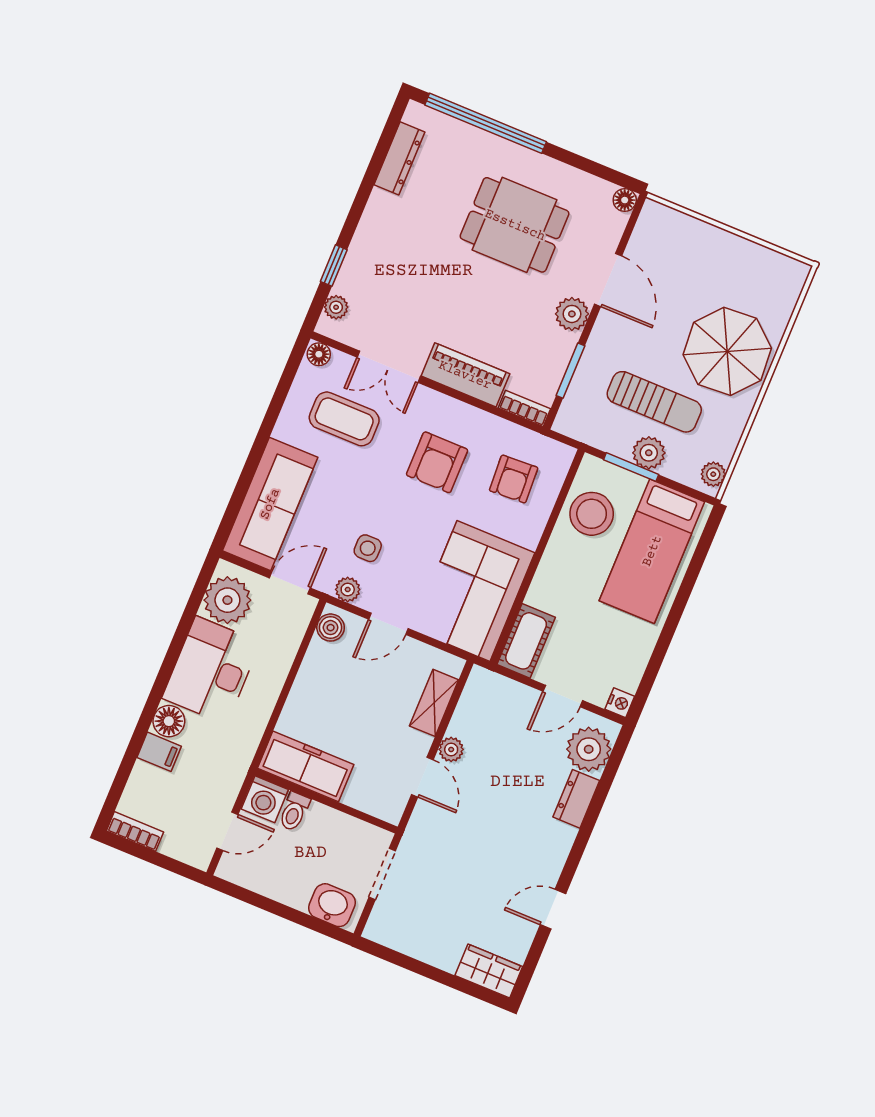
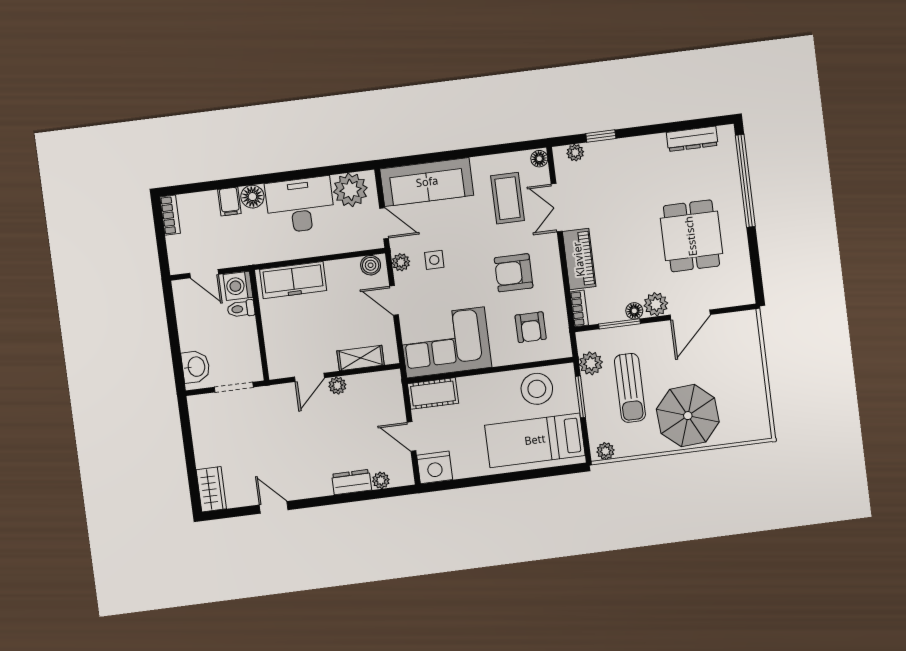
floor lamp: (625, 200) -> (634, 311), moved
plant: (649, 453) -> (591, 363), moved
armchair: (514, 479) -> (531, 327), turned -87
nightstand: (620, 703) -> (435, 467), width x1.89, depth x1.79
plant: (589, 749) -> (381, 480), width x0.53, depth x0.53
freezer: (306, 766) -> (293, 280), moved, turned 90

